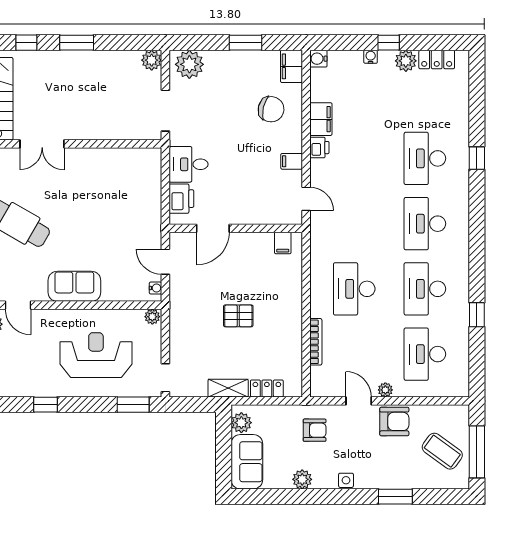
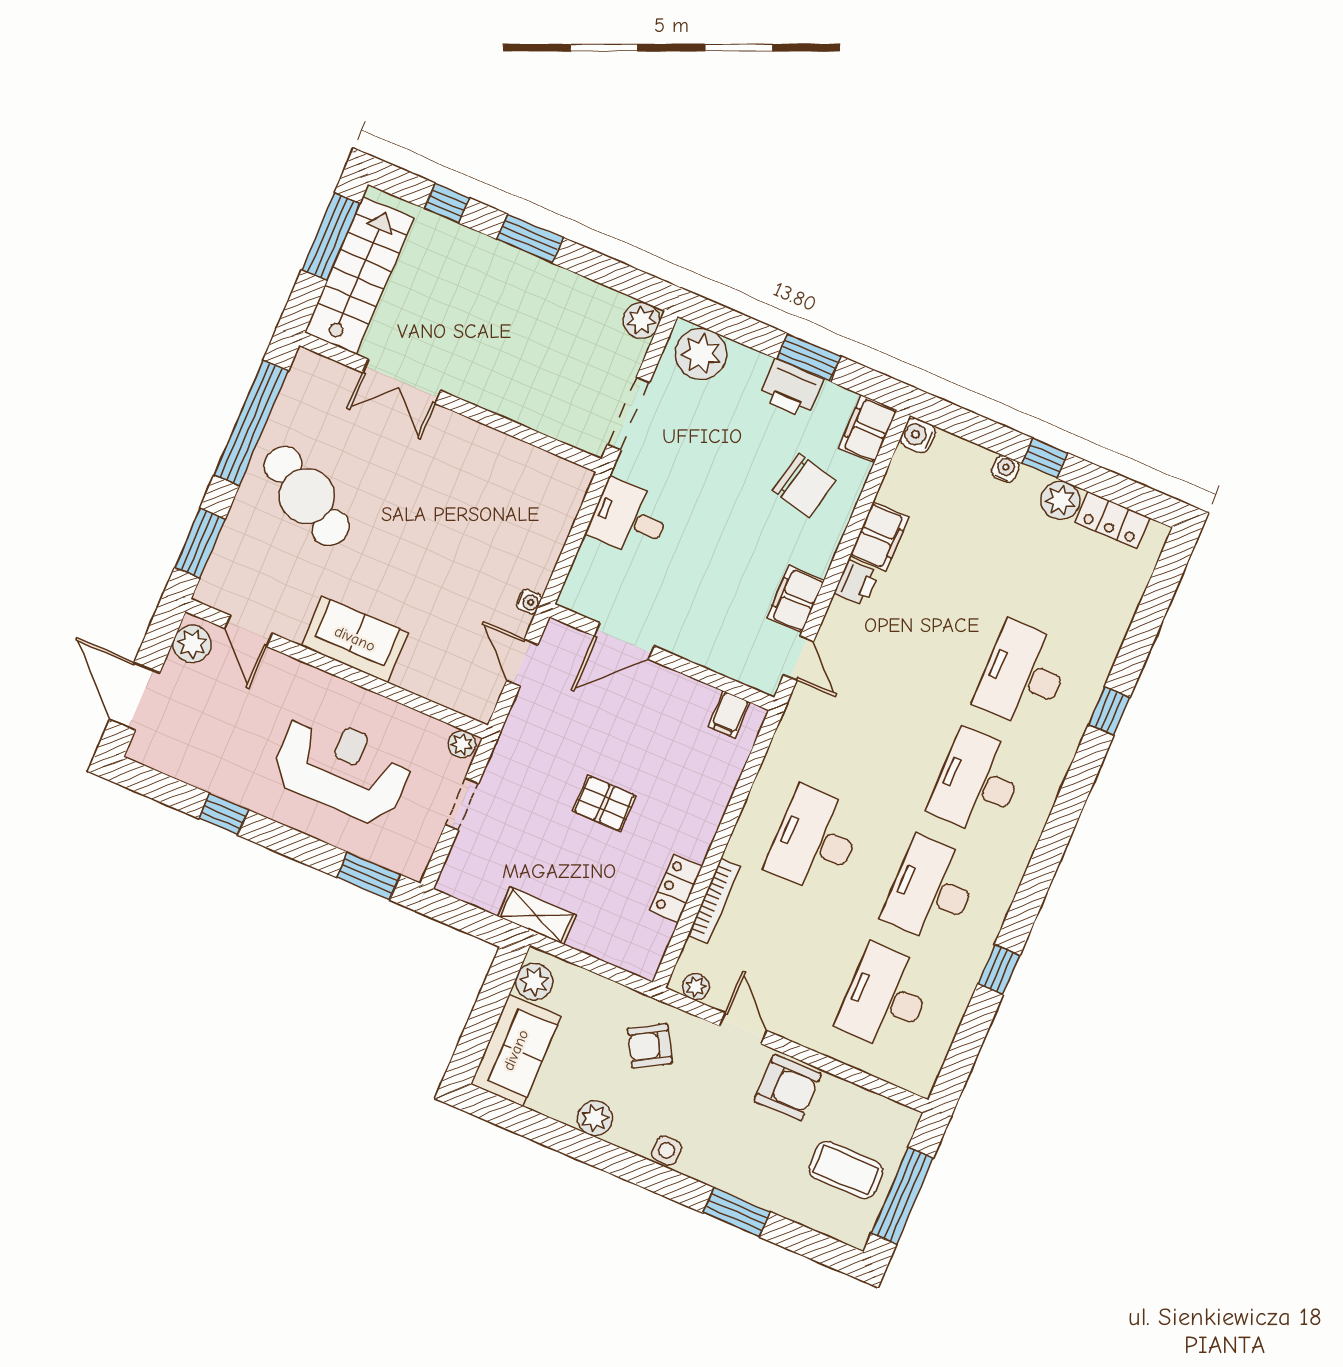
filing cabinet: (292, 161) -> (796, 599), width x2.00
printer: (181, 199) -> (791, 389), moved, turned 90
water cooler: (156, 288) -> (529, 602), moved
doorway: (165, 378) -> (462, 804), moved
locker: (267, 388) -> (676, 888), moved, turned -90
plant: (385, 390) -> (696, 987), moved
armchair: (315, 430) -> (650, 1046), turned 150
coffee table: (442, 451) -> (846, 1170), turned -36

